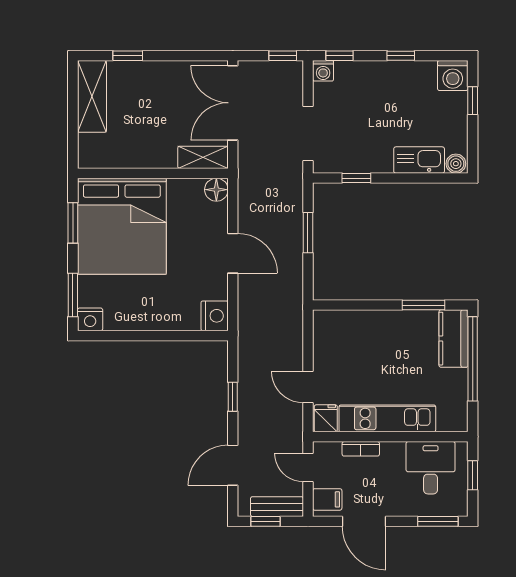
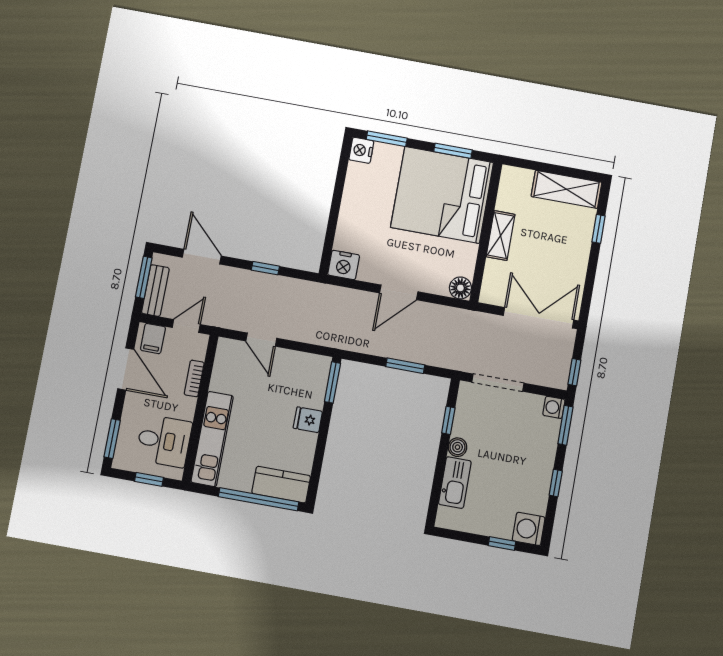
window: (340, 56) -> (565, 425), width x1.50
shelving: (203, 157) -> (501, 235), moved
boiler: (456, 164) -> (458, 447), moved
window: (423, 305) -> (332, 382), moved
door: (308, 387) -> (261, 340), swing flipped
fridge: (326, 418) -> (308, 420), moved, turned 180
kitchen unit: (387, 418) -> (212, 439), moved
window: (265, 521) -> (144, 277), width x1.50
door: (364, 521) -> (126, 369), swing flipped

